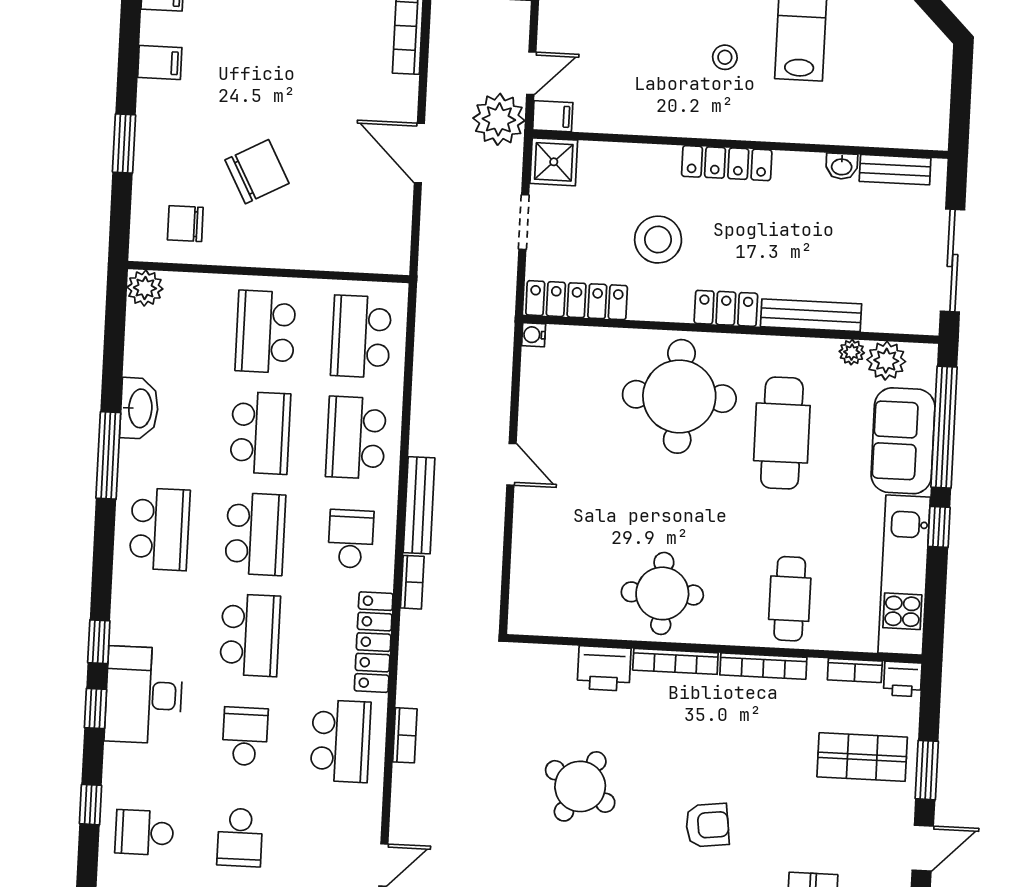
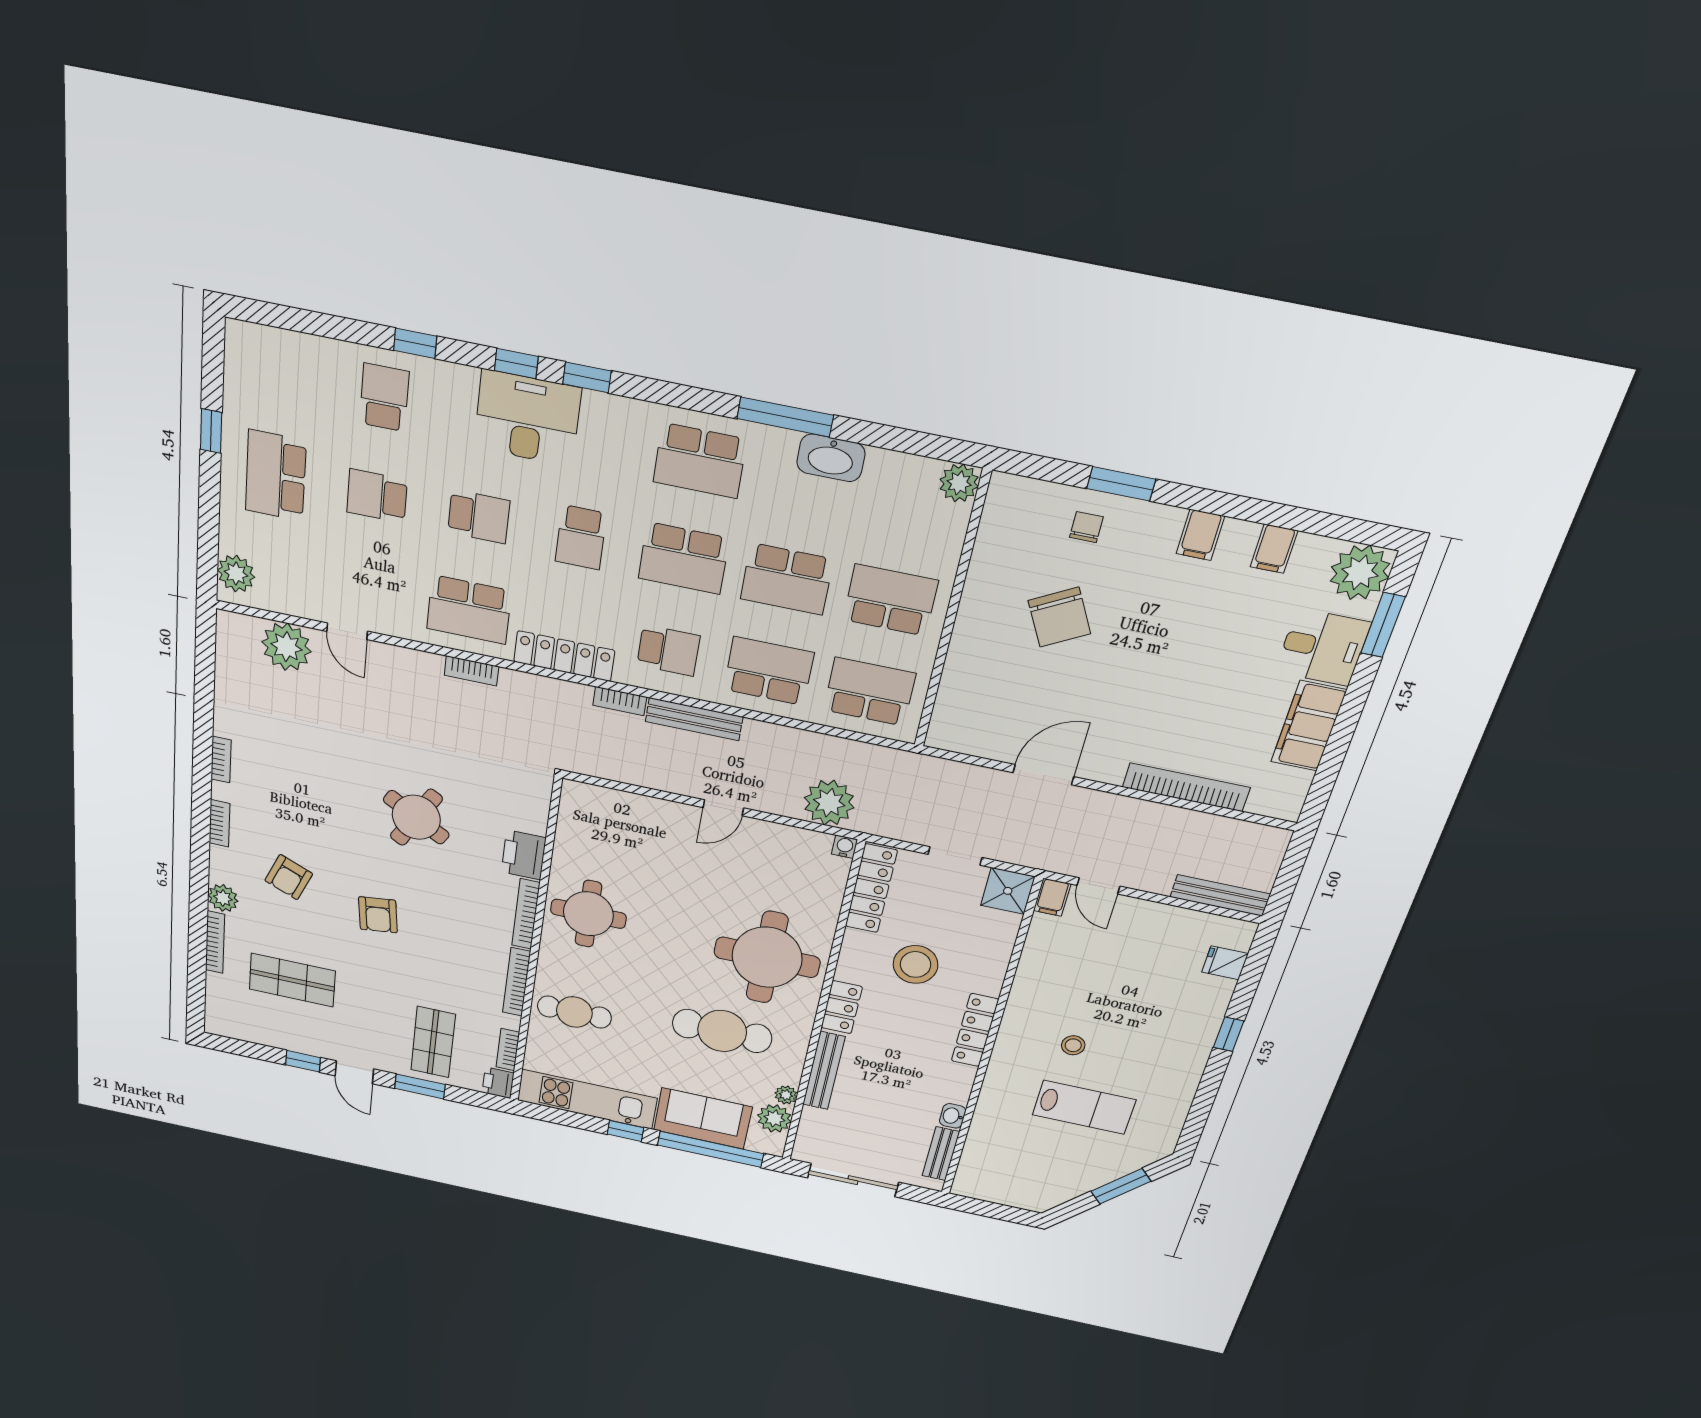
plant: (499, 119) -> (829, 803), moved
chair: (185, 224) -> (1086, 527), moved, width x0.73, depth x0.73
school desk: (250, 635) -> (581, 537), width x0.54

